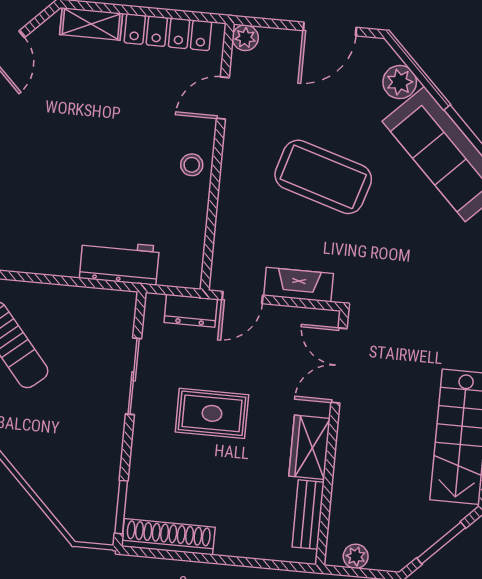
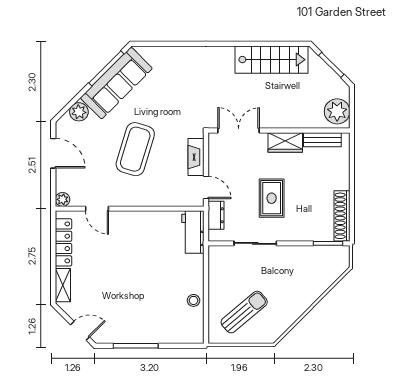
stool: (192, 165) -> (194, 300), moved
workbench: (119, 262) -> (193, 232), moved
double door: (339, 365) -> (239, 131), swing flipped
plant: (356, 556) -> (337, 111), width x1.87, depth x1.87

